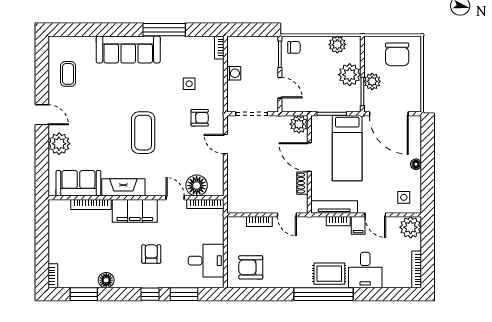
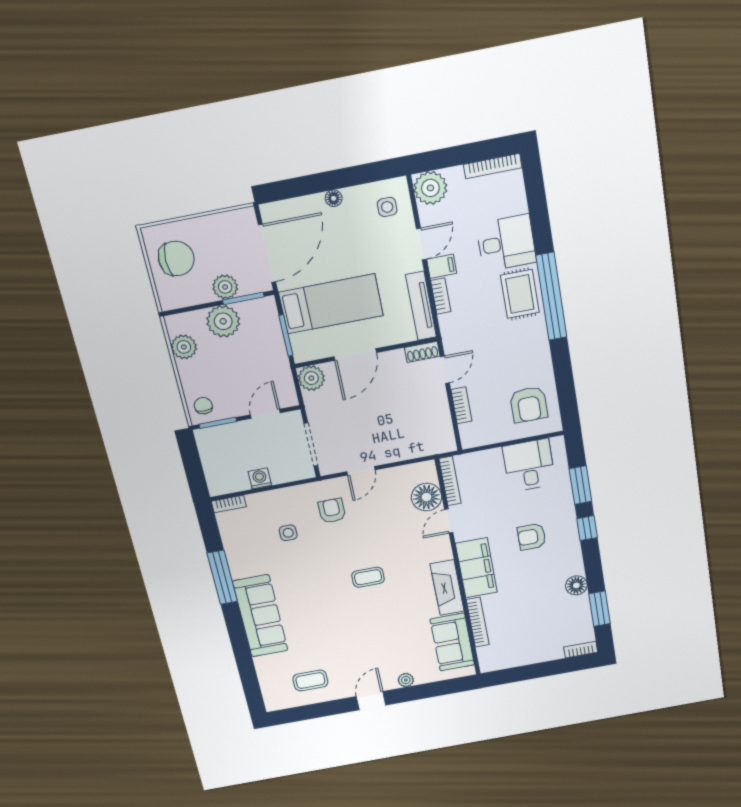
coffee table: (143, 133) -> (368, 577), width x0.54, depth x0.58
plant: (59, 144) -> (406, 680), width x0.53, depth x0.53
shoe rack: (302, 183) -> (422, 352), moved

